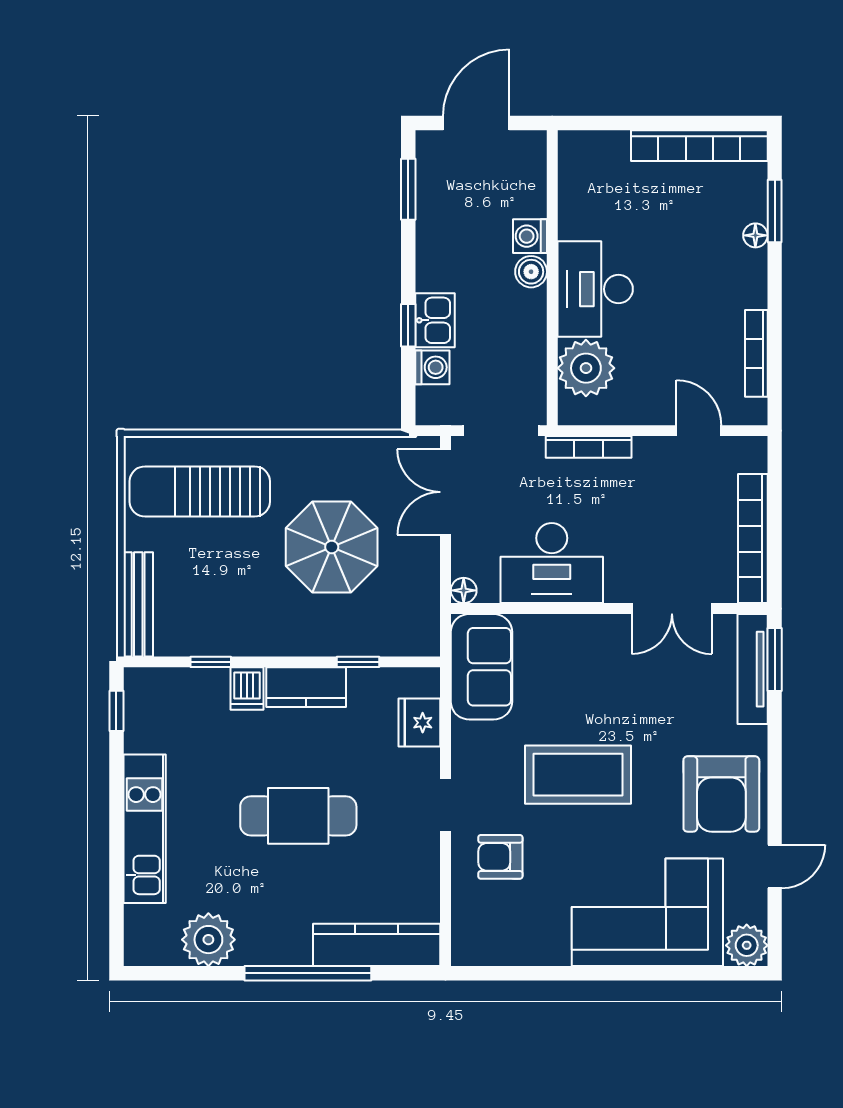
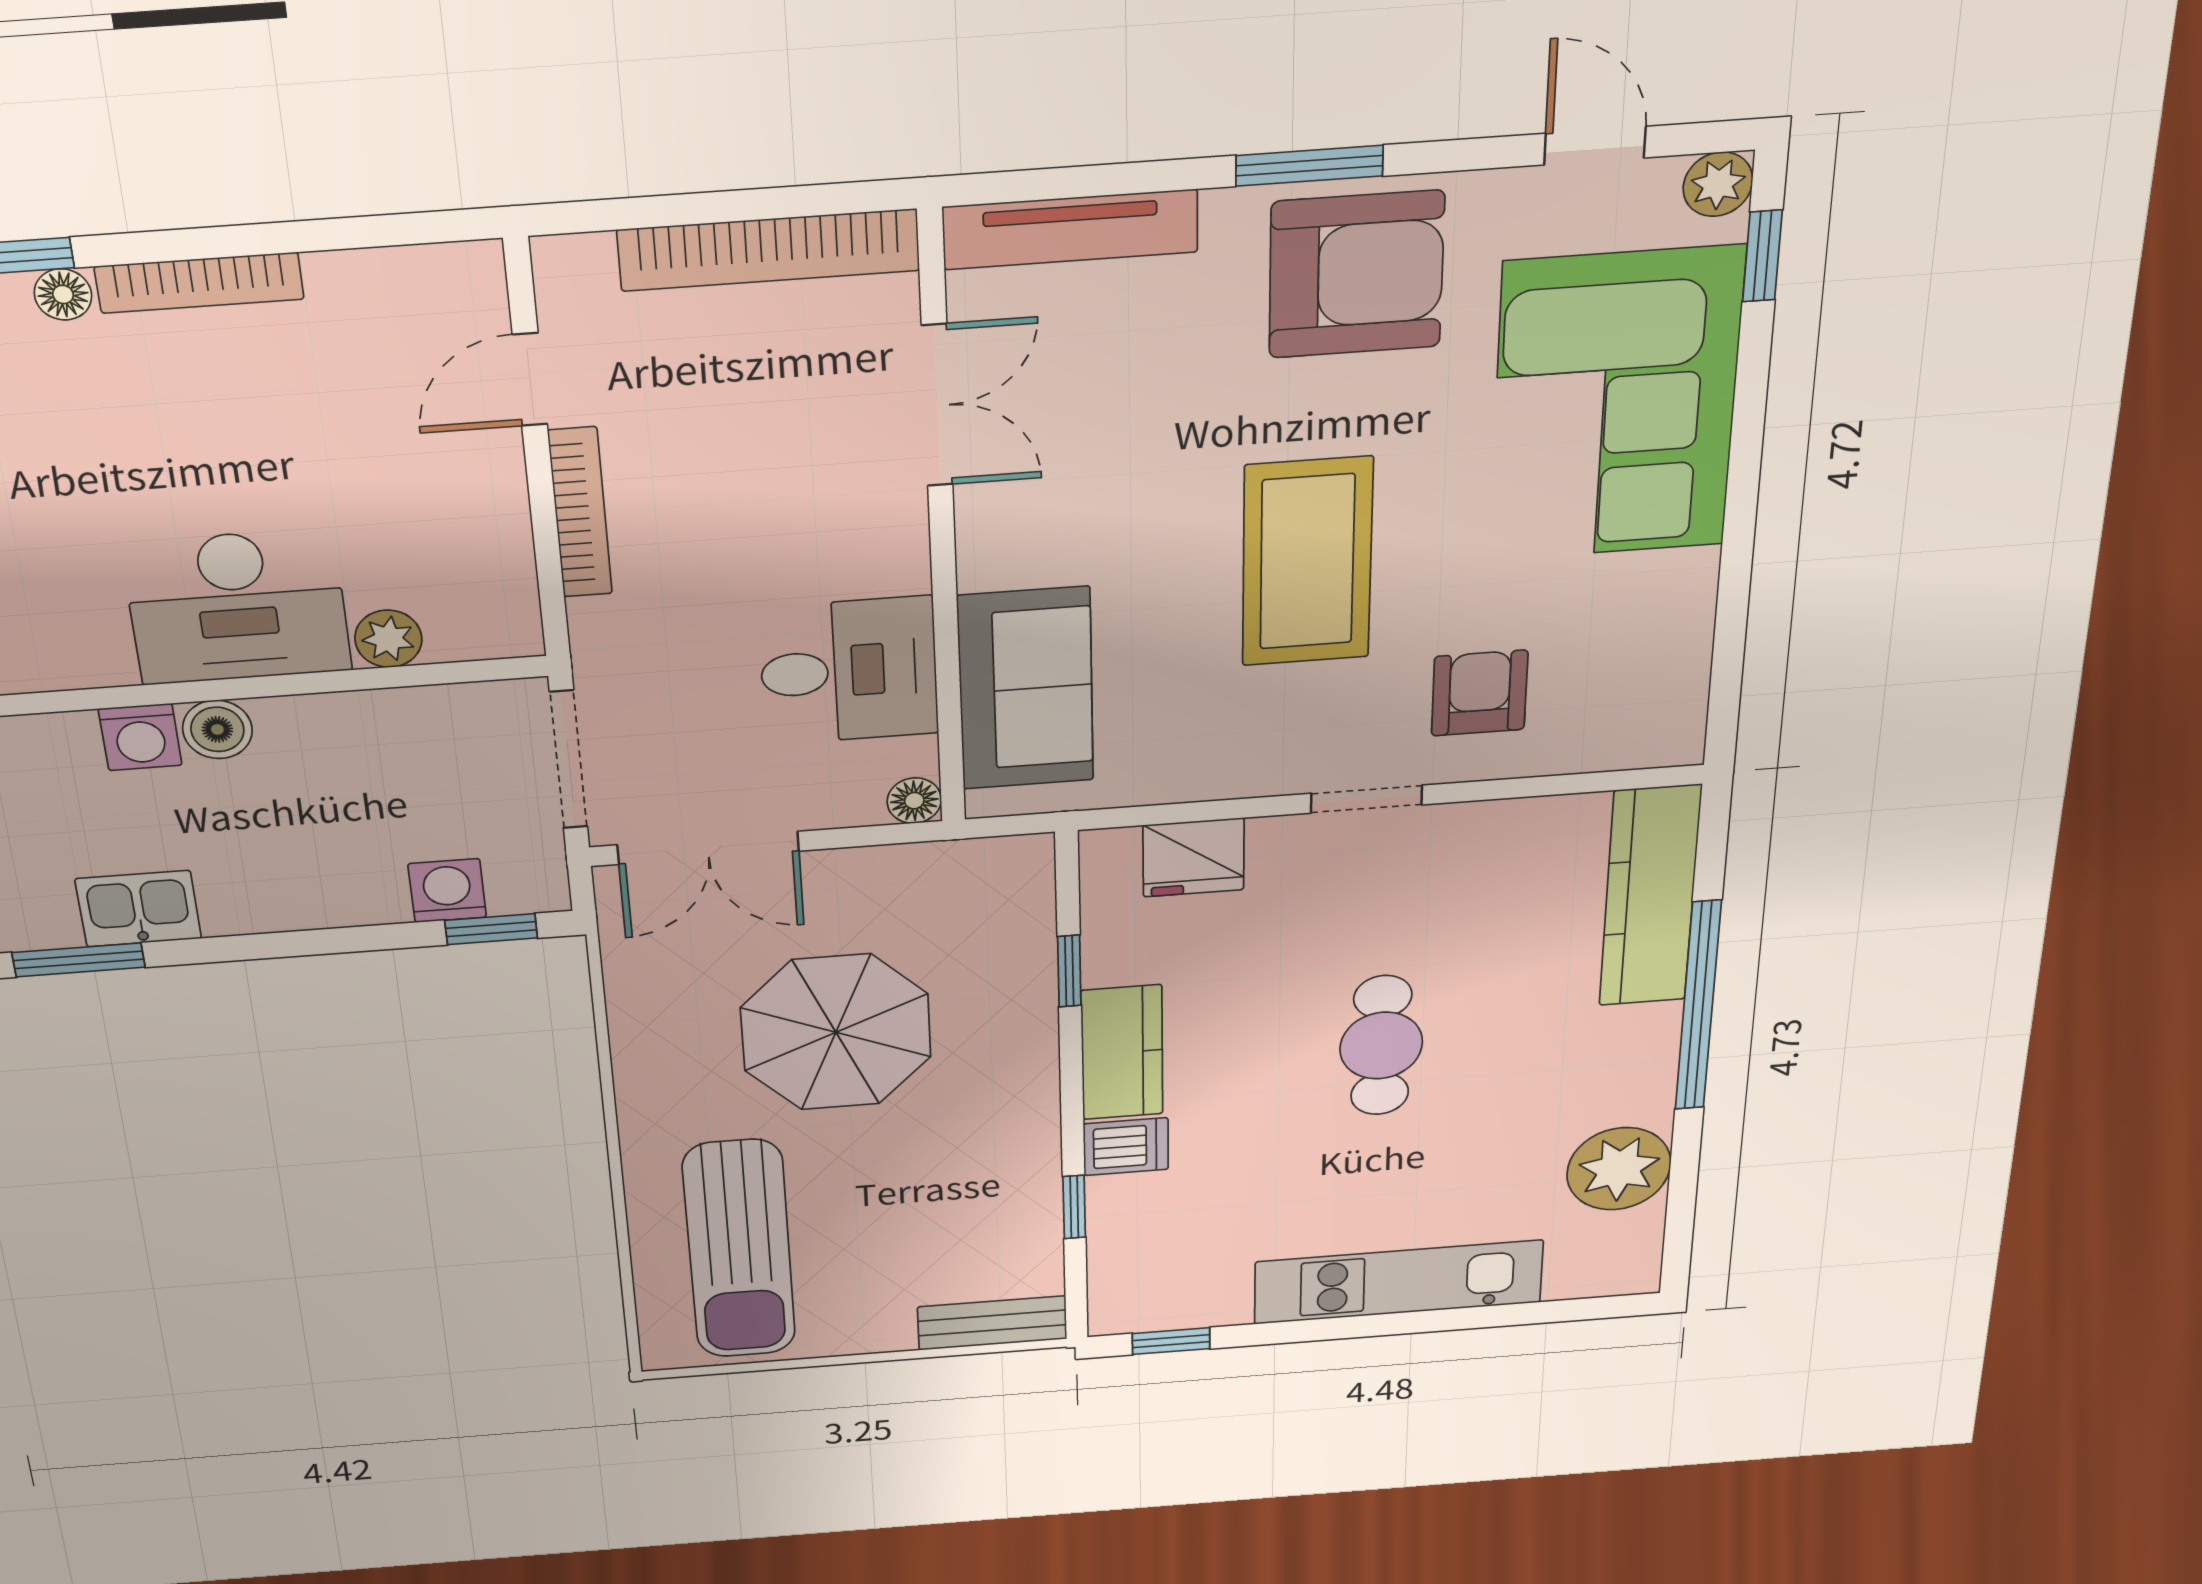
kitchen sink: (435, 320) -> (138, 909), moved
window: (408, 325) -> (491, 929), moved
bookcase: (756, 353) -> (199, 283), moved
plant: (586, 368) -> (388, 639), width x0.53, depth x0.53
bookcase: (589, 447) -> (580, 513), moved
desk: (552, 563) -> (849, 671), width x0.73
bench: (138, 604) -> (992, 1323), width x0.73
window: (775, 659) -> (1309, 166), moved
sofa: (481, 667) -> (1026, 689), moved, turned 90
cafe table: (298, 816) -> (1381, 1046), width x0.73, depth x0.74
armchair: (500, 857) -> (1480, 693), turned 180
door: (775, 866) -> (1595, 146), moved
plant: (747, 945) -> (1718, 184), width x0.73, depth x0.73
window: (716, 973) -> (1762, 256), added

